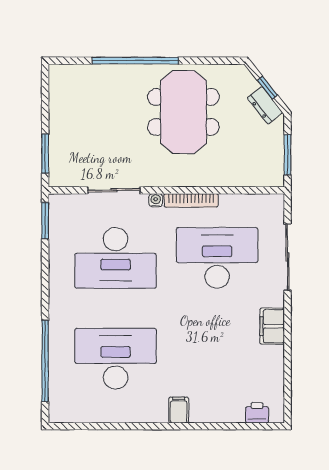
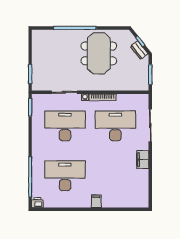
desk: (116, 258) -> (65, 126), turned 180
printer: (257, 413) -> (37, 203), moved

